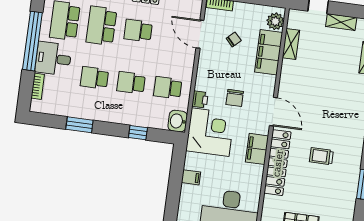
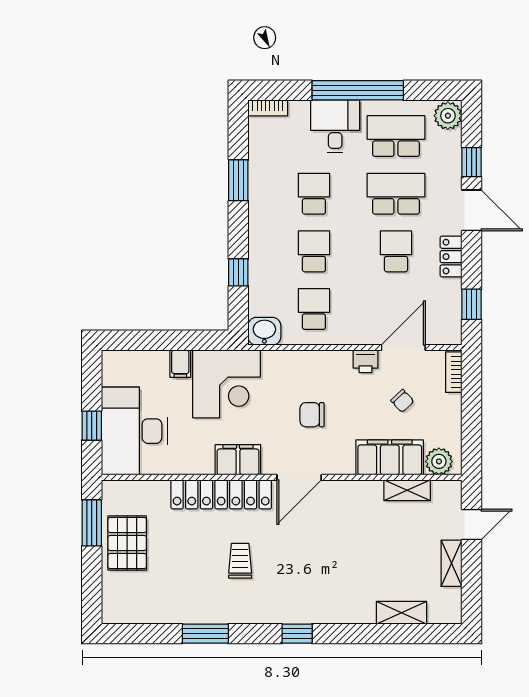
bookcase: (38, 86) -> (268, 108), moved
printer: (200, 99) -> (366, 361), moved
corner desk: (210, 132) -> (226, 384), moved

